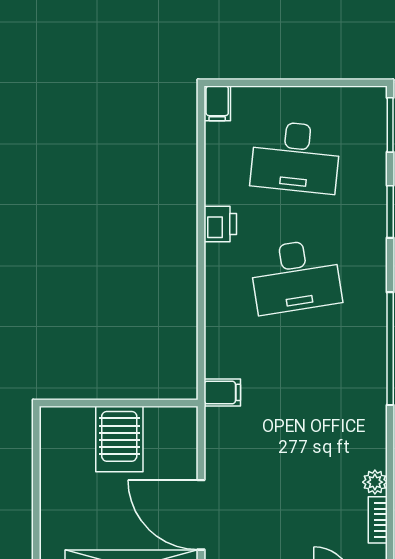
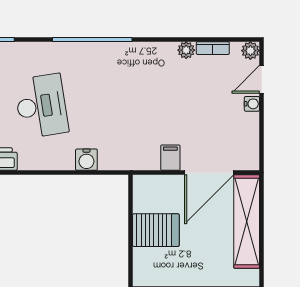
water cooler: (219, 340) -> (86, 160), added
filing cabinet: (222, 392) -> (170, 158), moved

